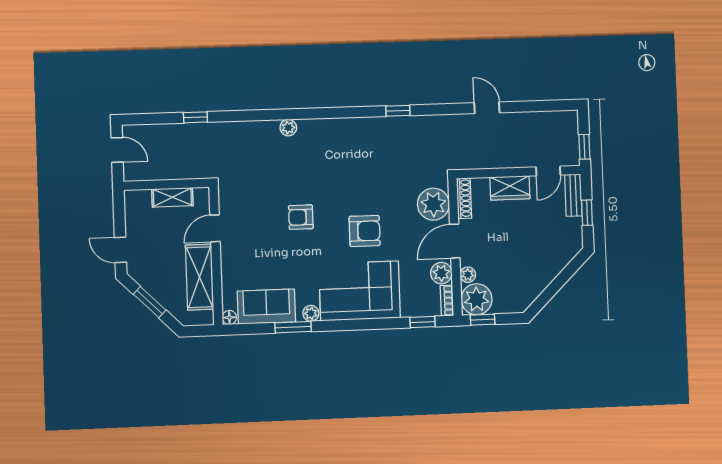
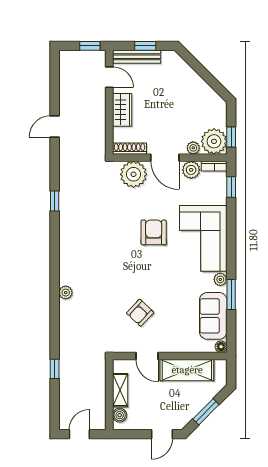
bench: (573, 195) -> (137, 57), width x1.36
boiler: (142, 198) -> (120, 415), added
armchair: (301, 217) -> (140, 313), moved, turned 43

